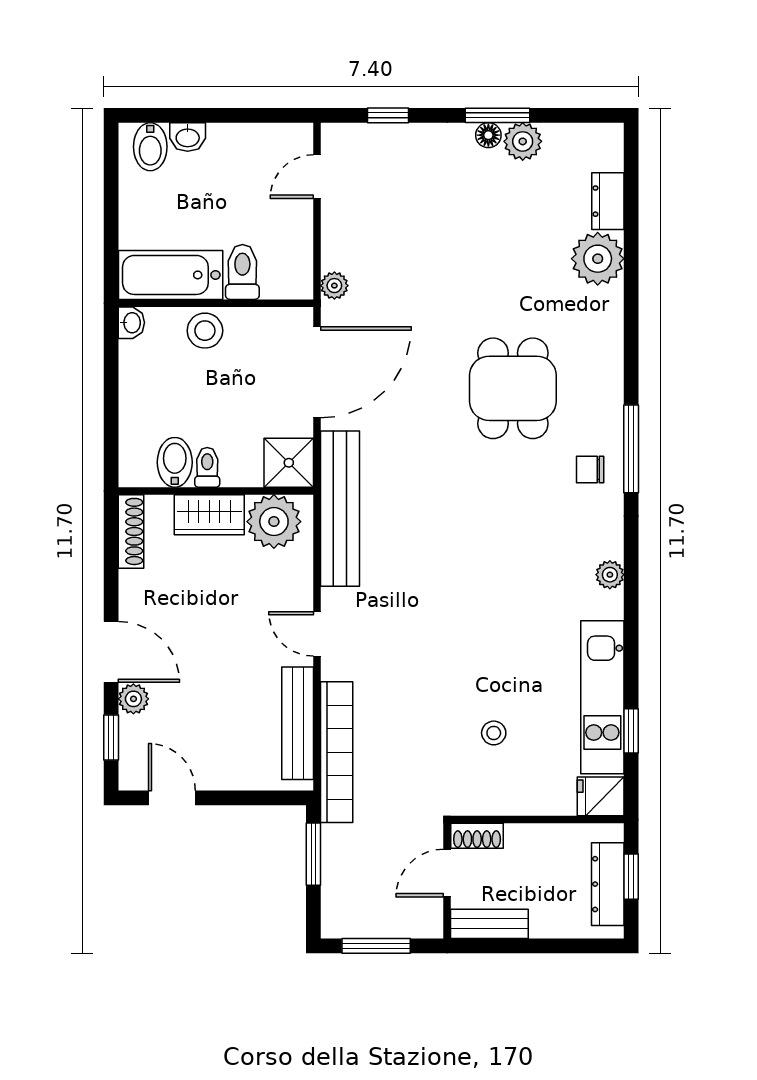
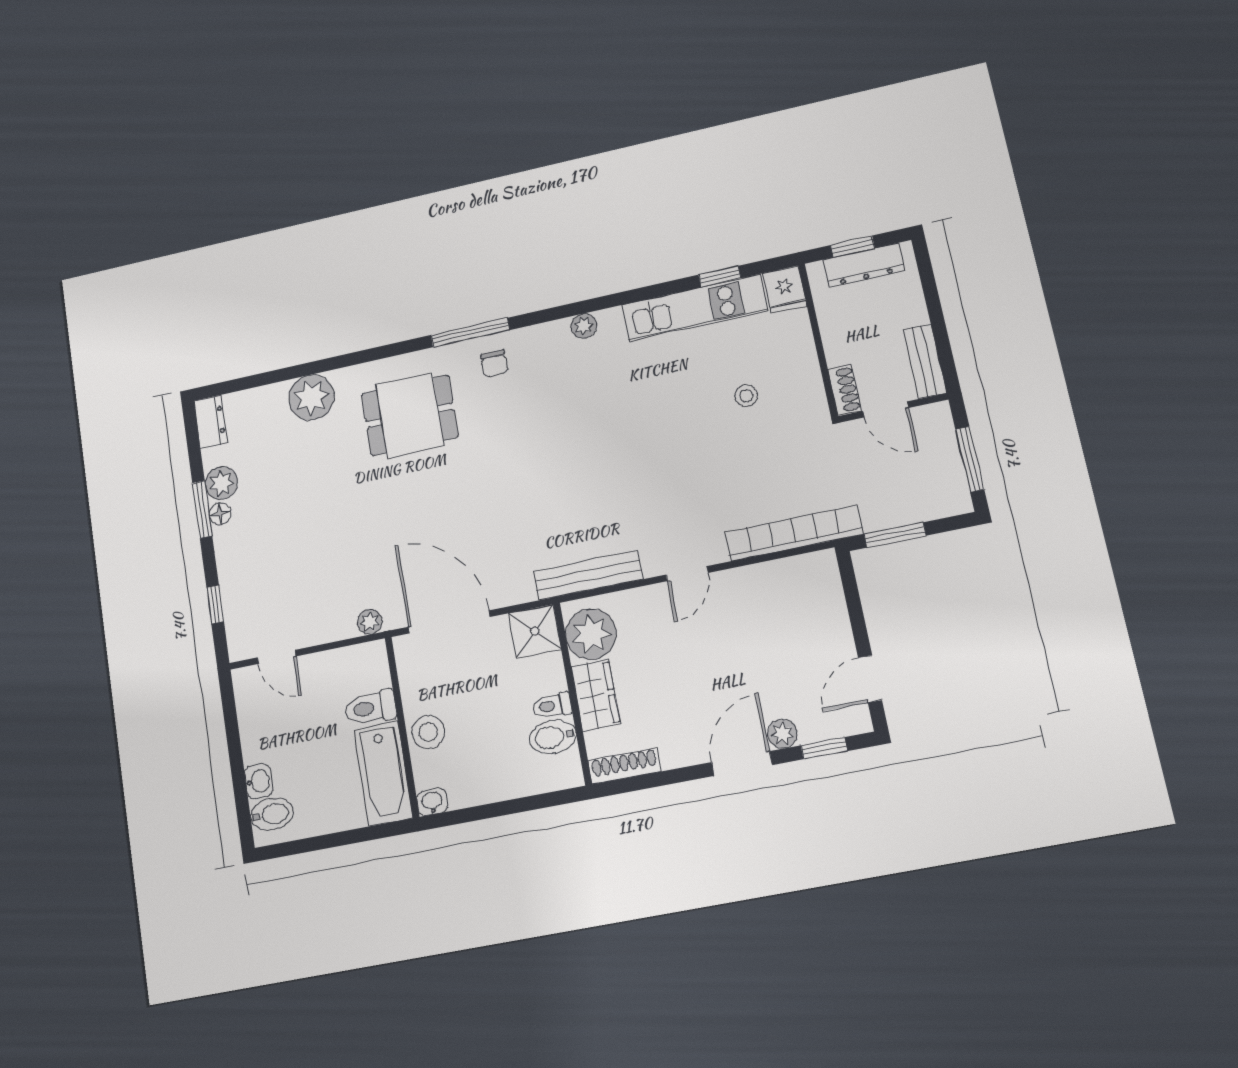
dresser: (608, 201) -> (210, 422), moved, turned -90
dining table: (513, 388) -> (410, 415), moved
bench: (340, 509) -> (588, 575), width x0.73, depth x0.82
bench: (298, 723) -> (774, 575), removed

